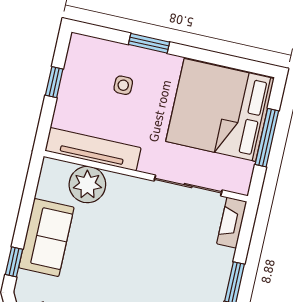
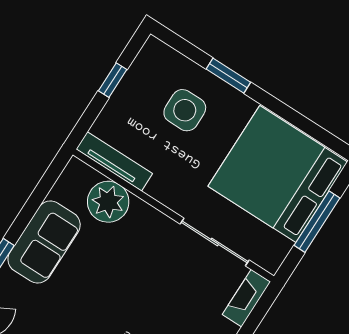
side table: (123, 85) -> (185, 110), width x1.87, depth x1.87
tv unit: (93, 149) -> (114, 161), width x0.73, depth x0.78

